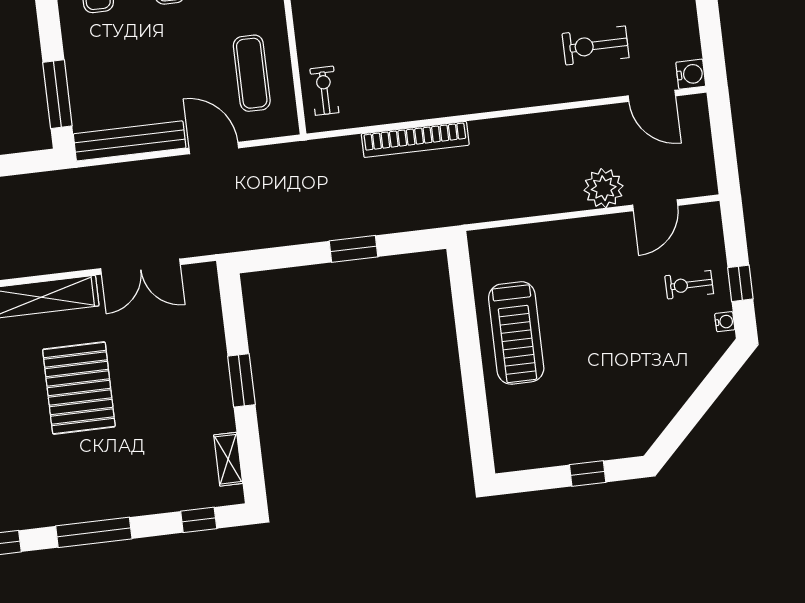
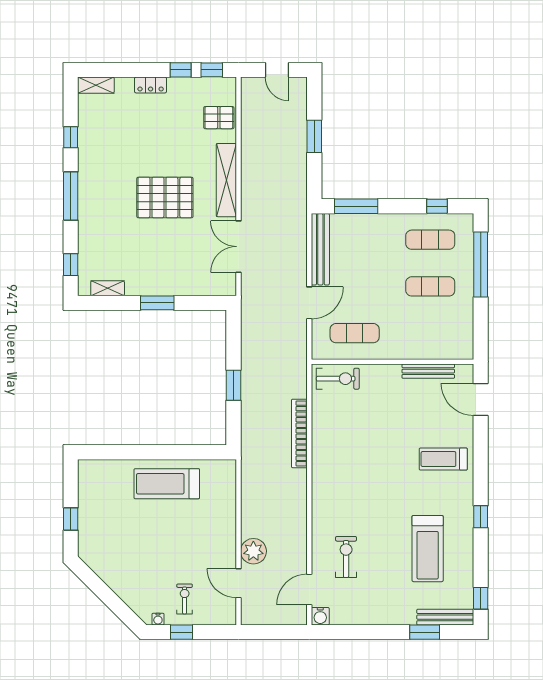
exercise bike: (324, 91) -> (338, 379), width x1.38, depth x1.39

